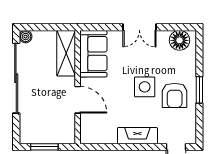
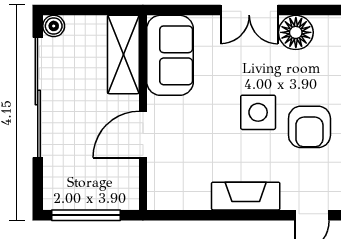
floor lamp: (180, 40) -> (296, 32), moved
door: (78, 100) -> (143, 134), swing flipped
window: (44, 147) -> (86, 215), width x1.44

